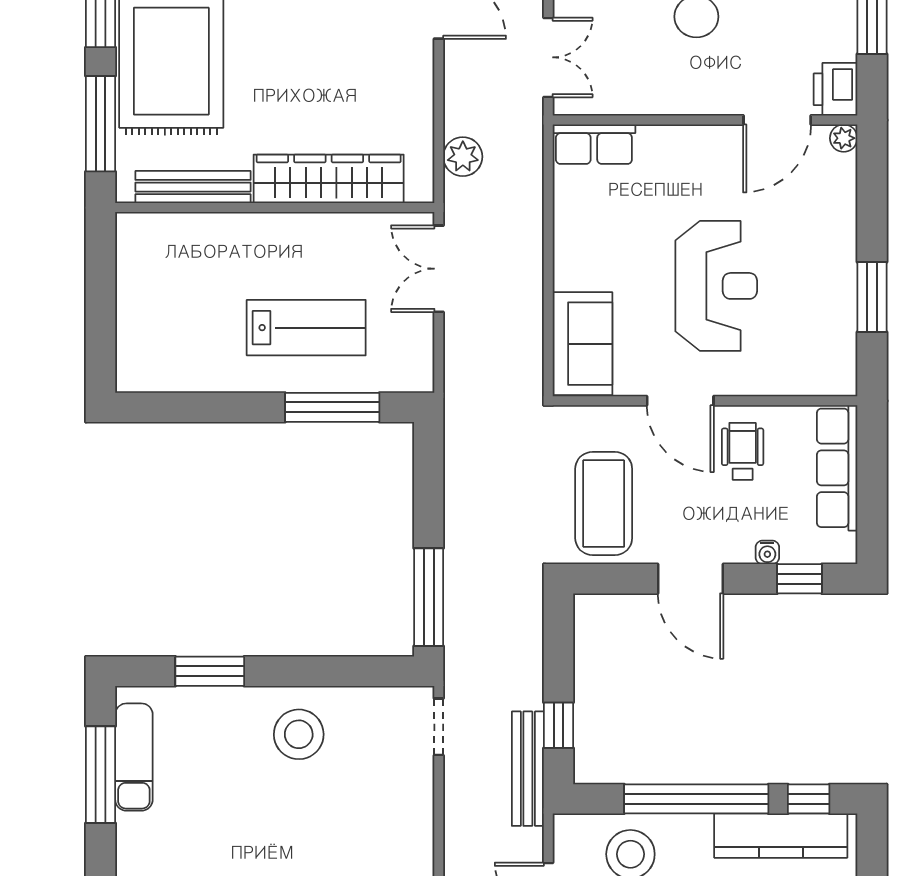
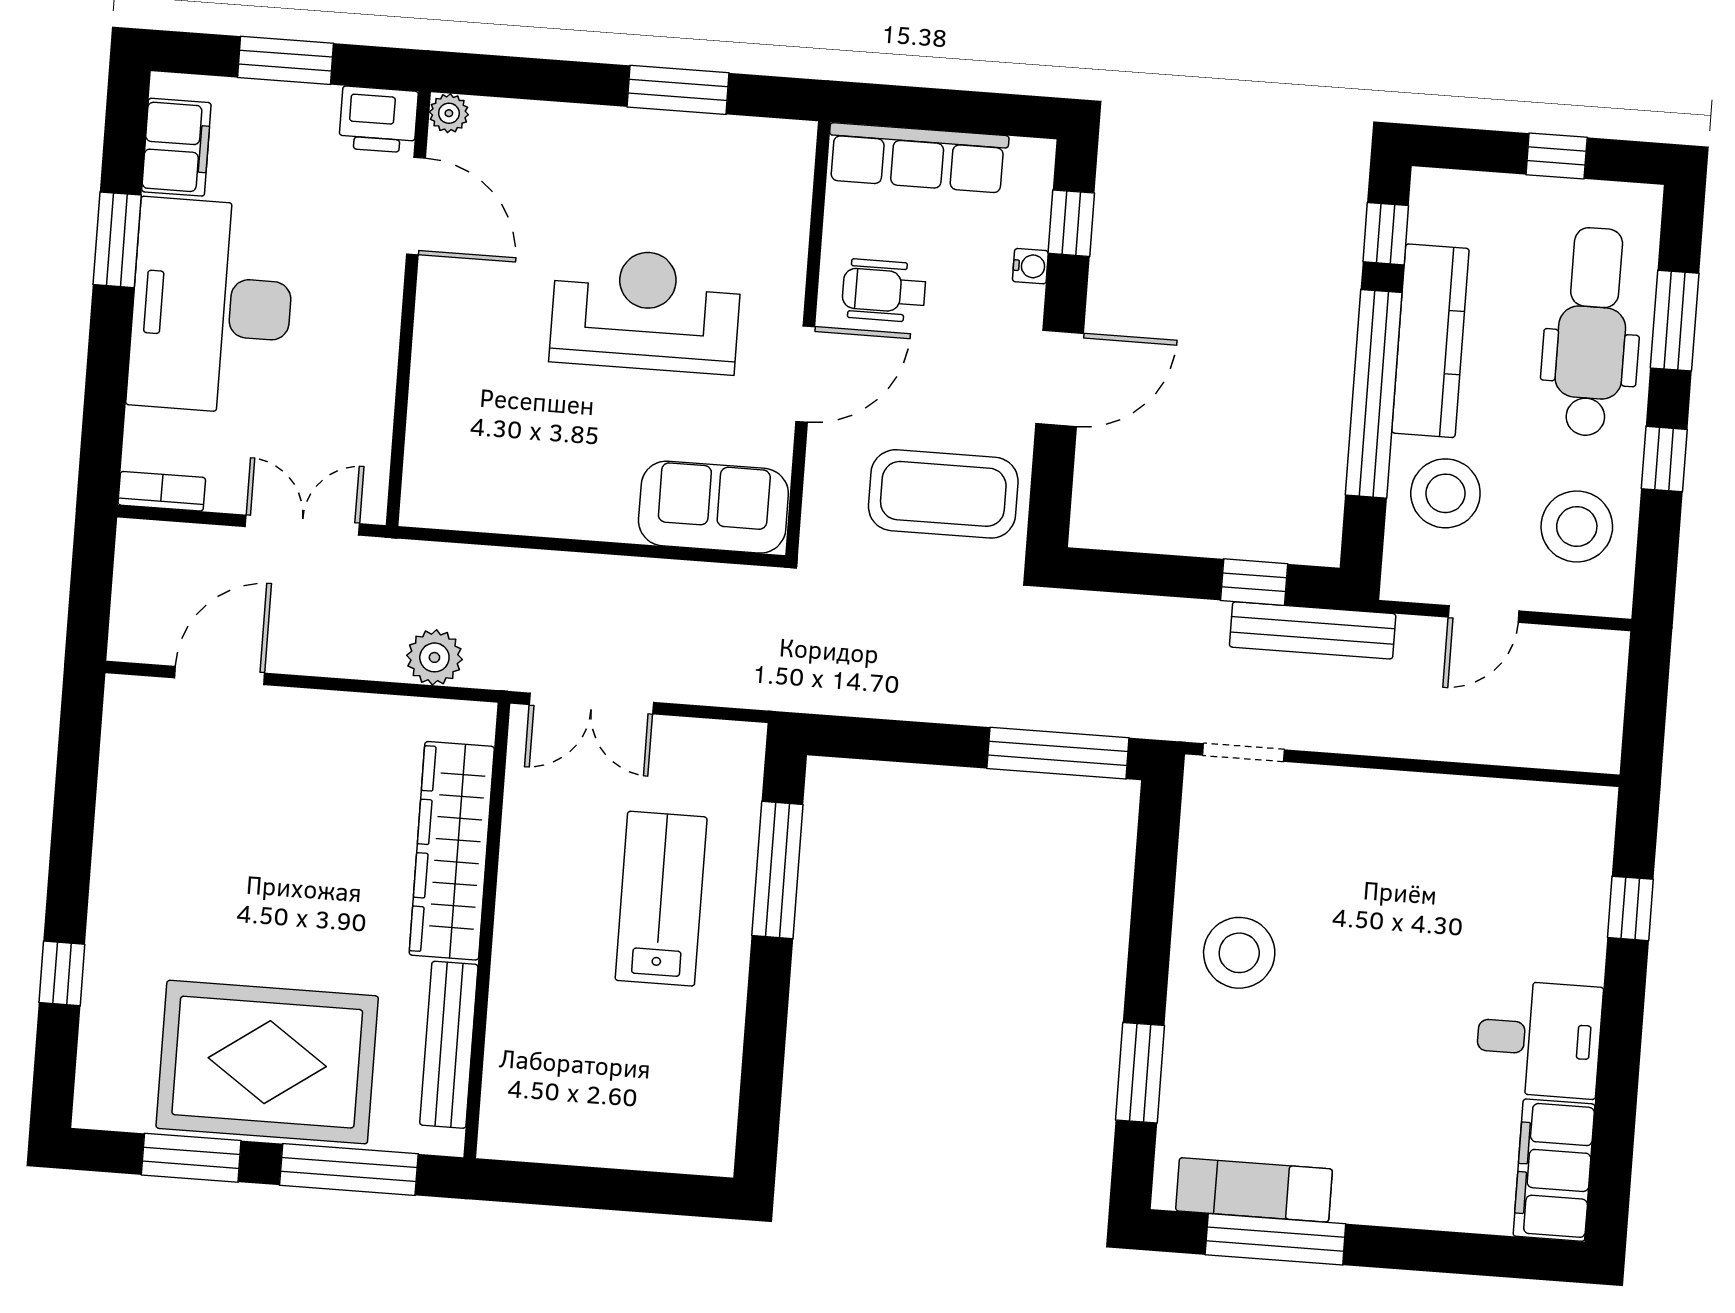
row of seats: (594, 144) -> (431, 469), removed
kitchen counter: (781, 836) -> (1430, 341), moved

